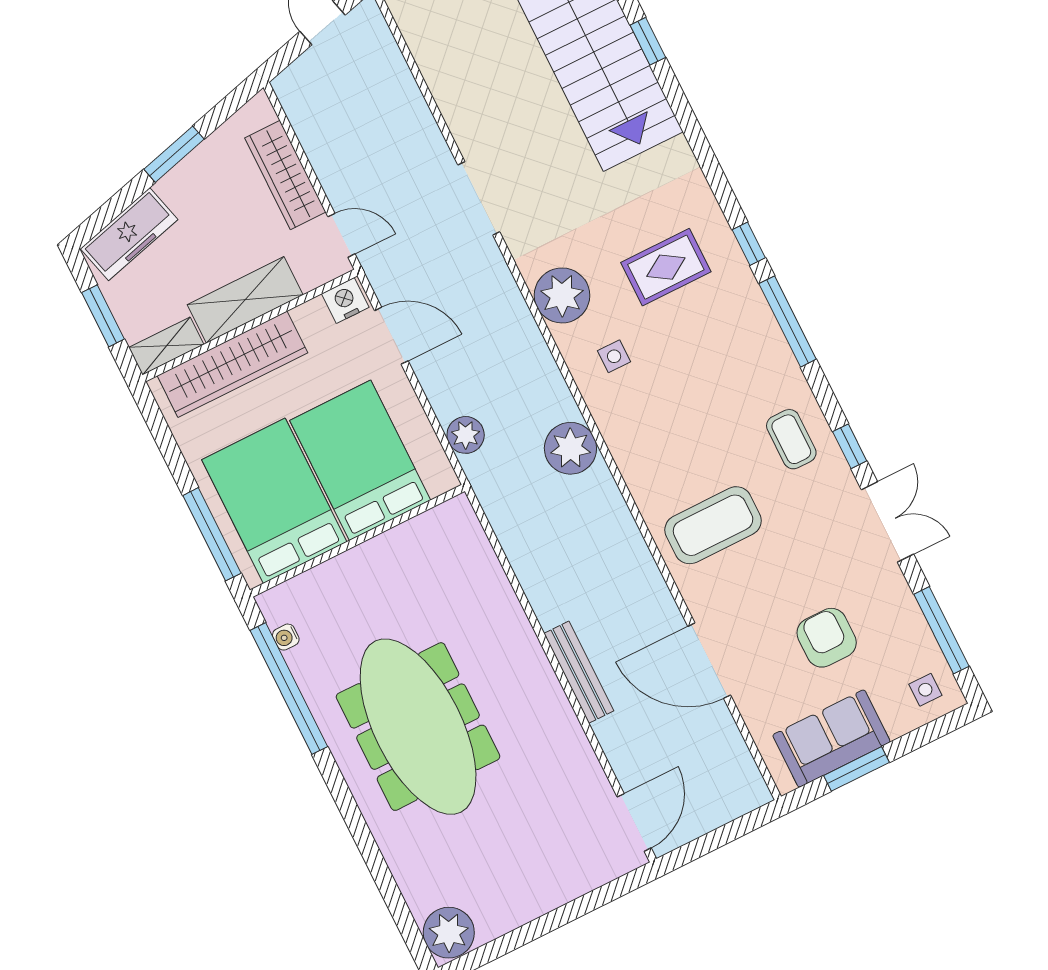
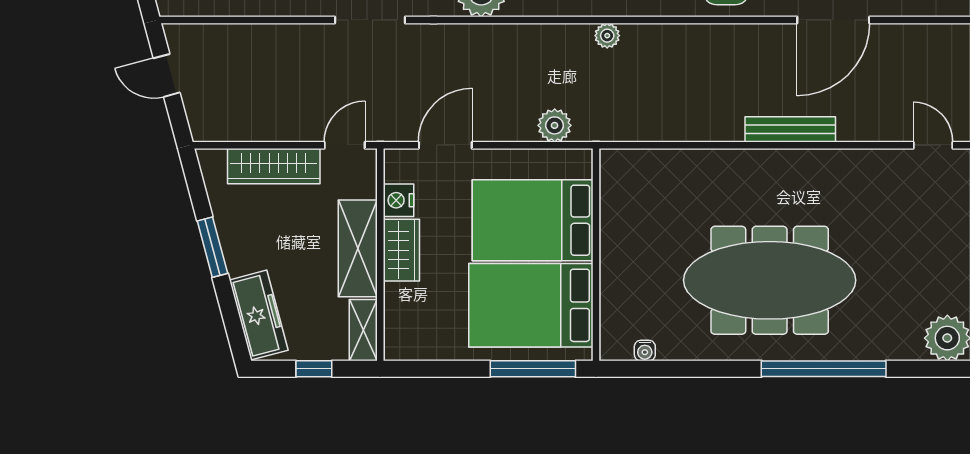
nightstand: (345, 301) -> (398, 200), moved
window: (103, 316) -> (314, 369), width x0.67
wardrobe: (232, 364) -> (401, 250), width x0.48, depth x0.85
plant: (570, 448) -> (607, 36), width x0.53, depth x0.53
window: (289, 689) -> (824, 369), moved
door: (634, 822) -> (933, 145), width x0.73

